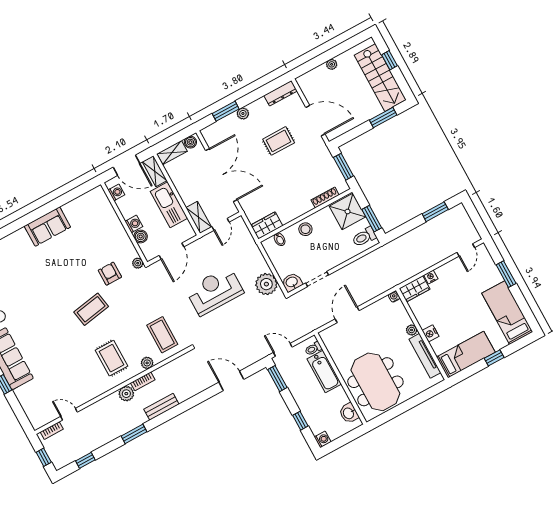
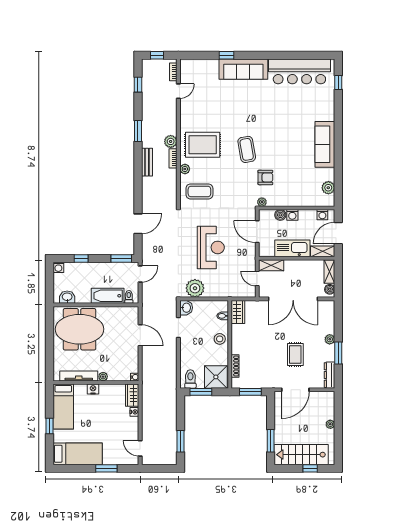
window: (226, 111) -> (338, 353), moved
plant: (85, 202) -> (328, 188), added
sofa: (47, 227) -> (325, 144), width x1.36
rug: (111, 358) -> (203, 145), width x1.36, depth x1.43

